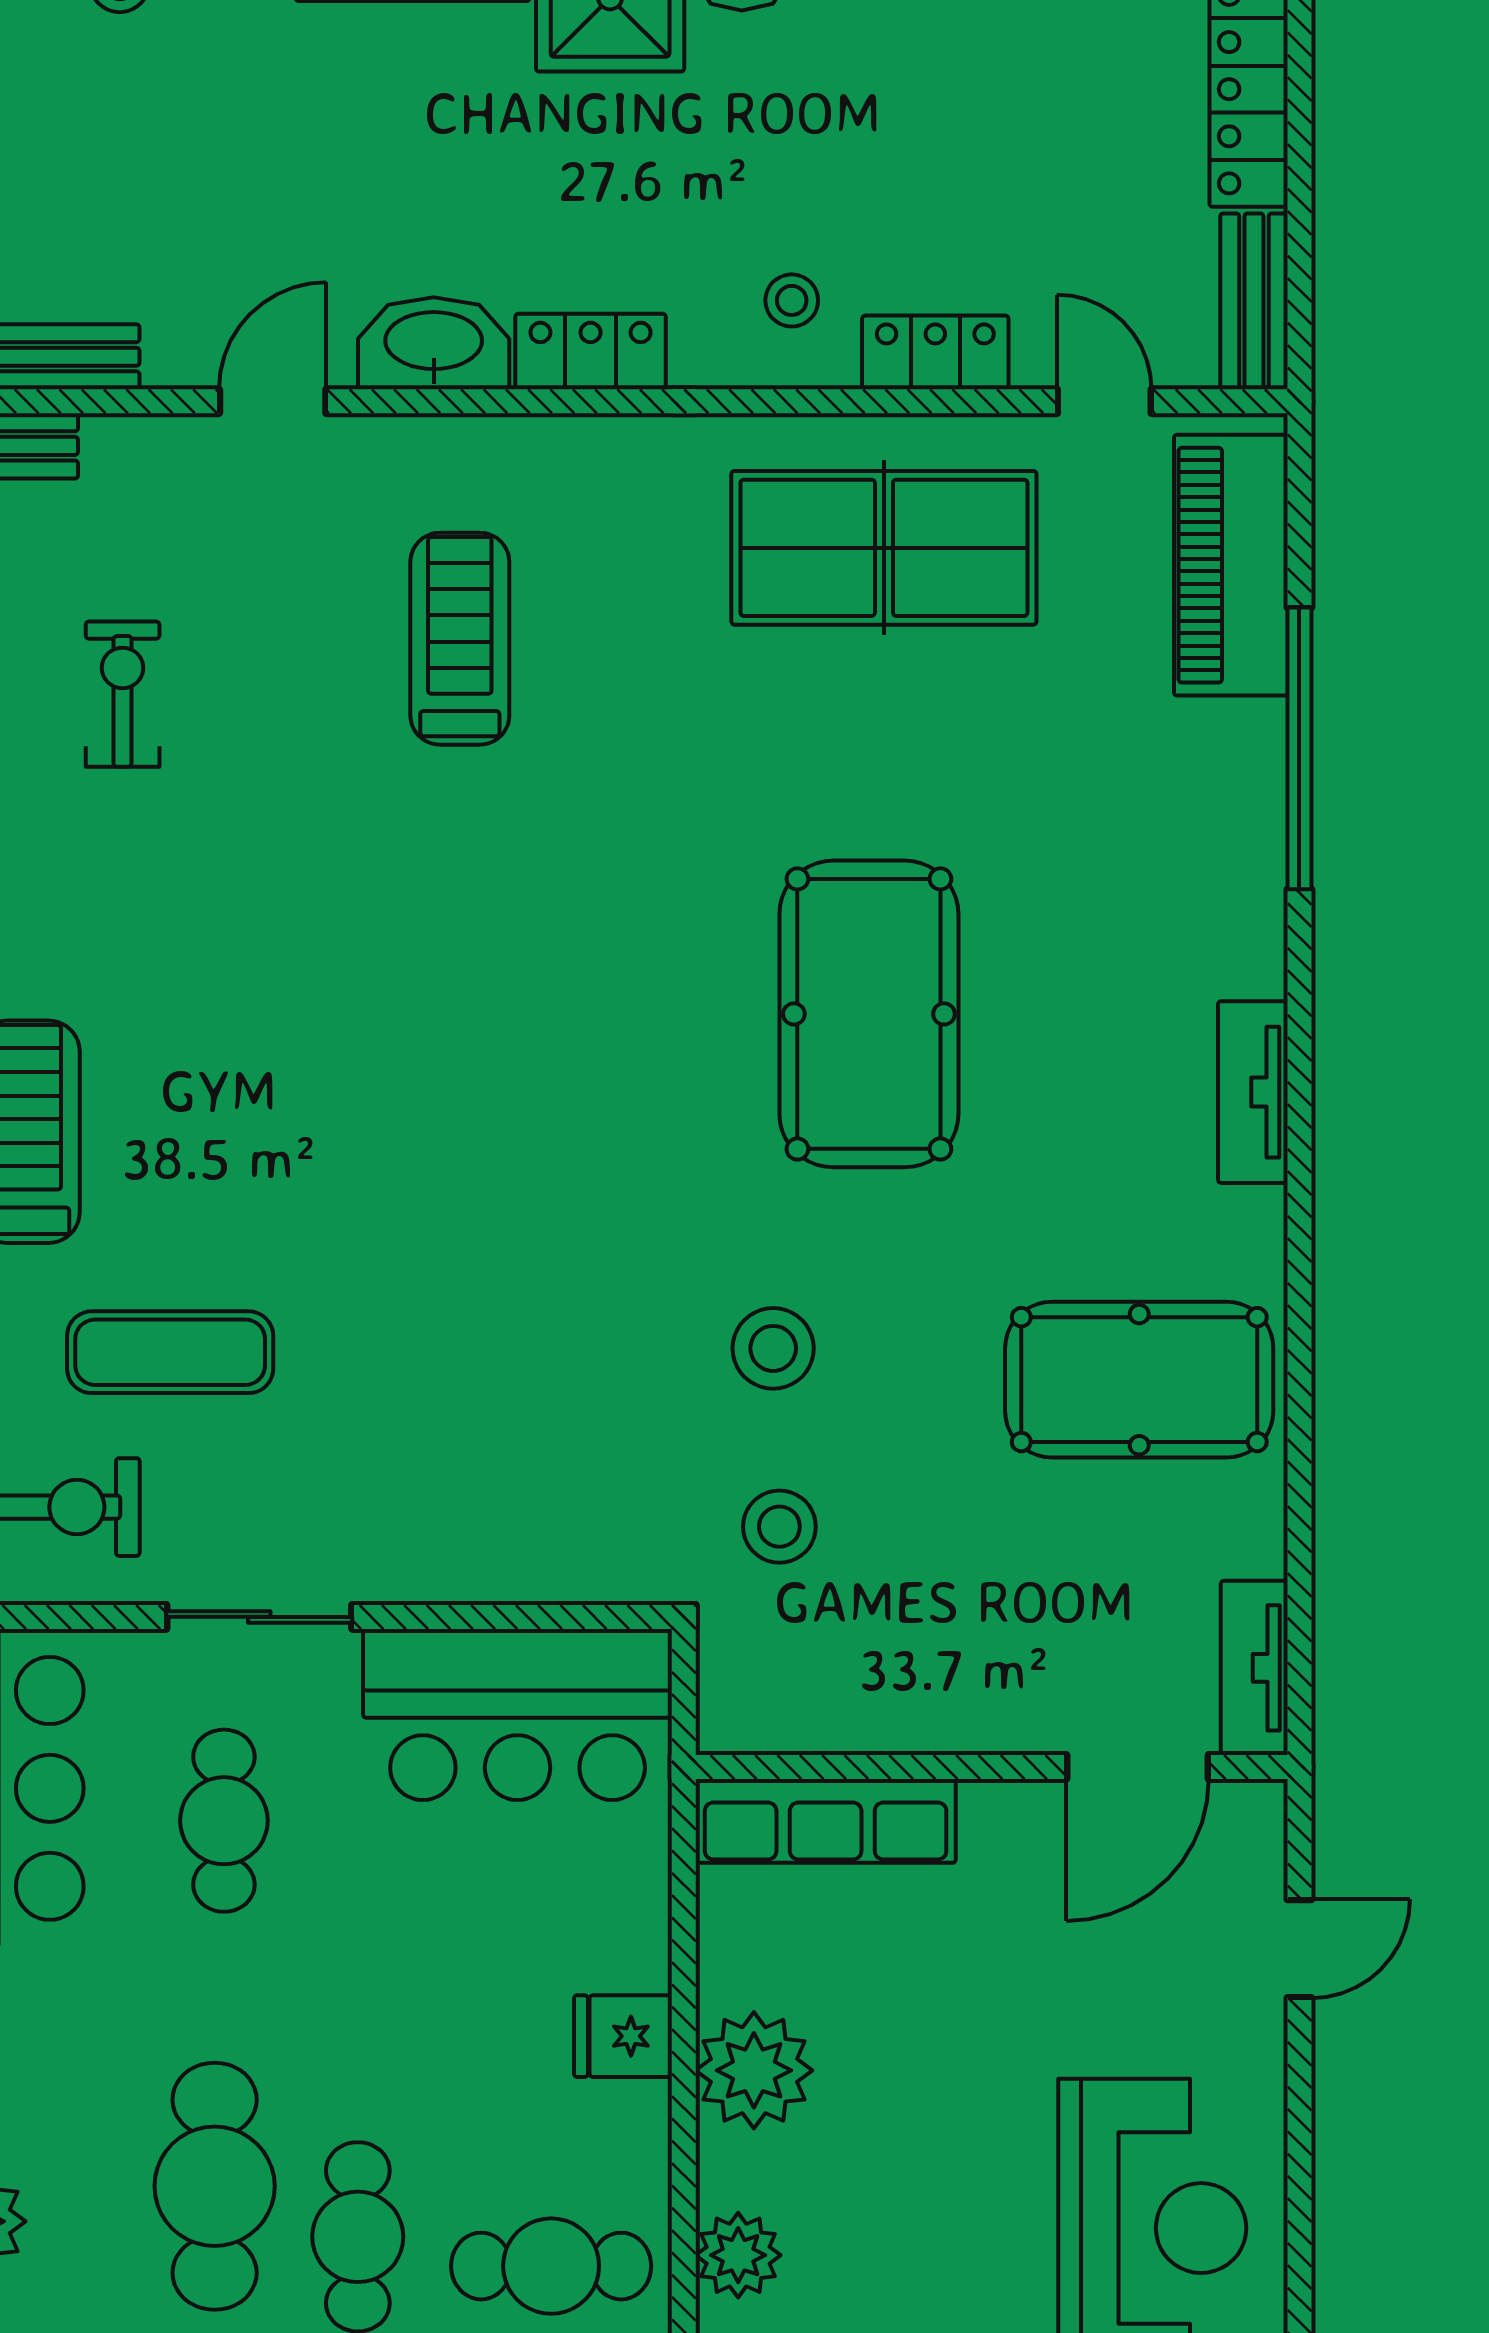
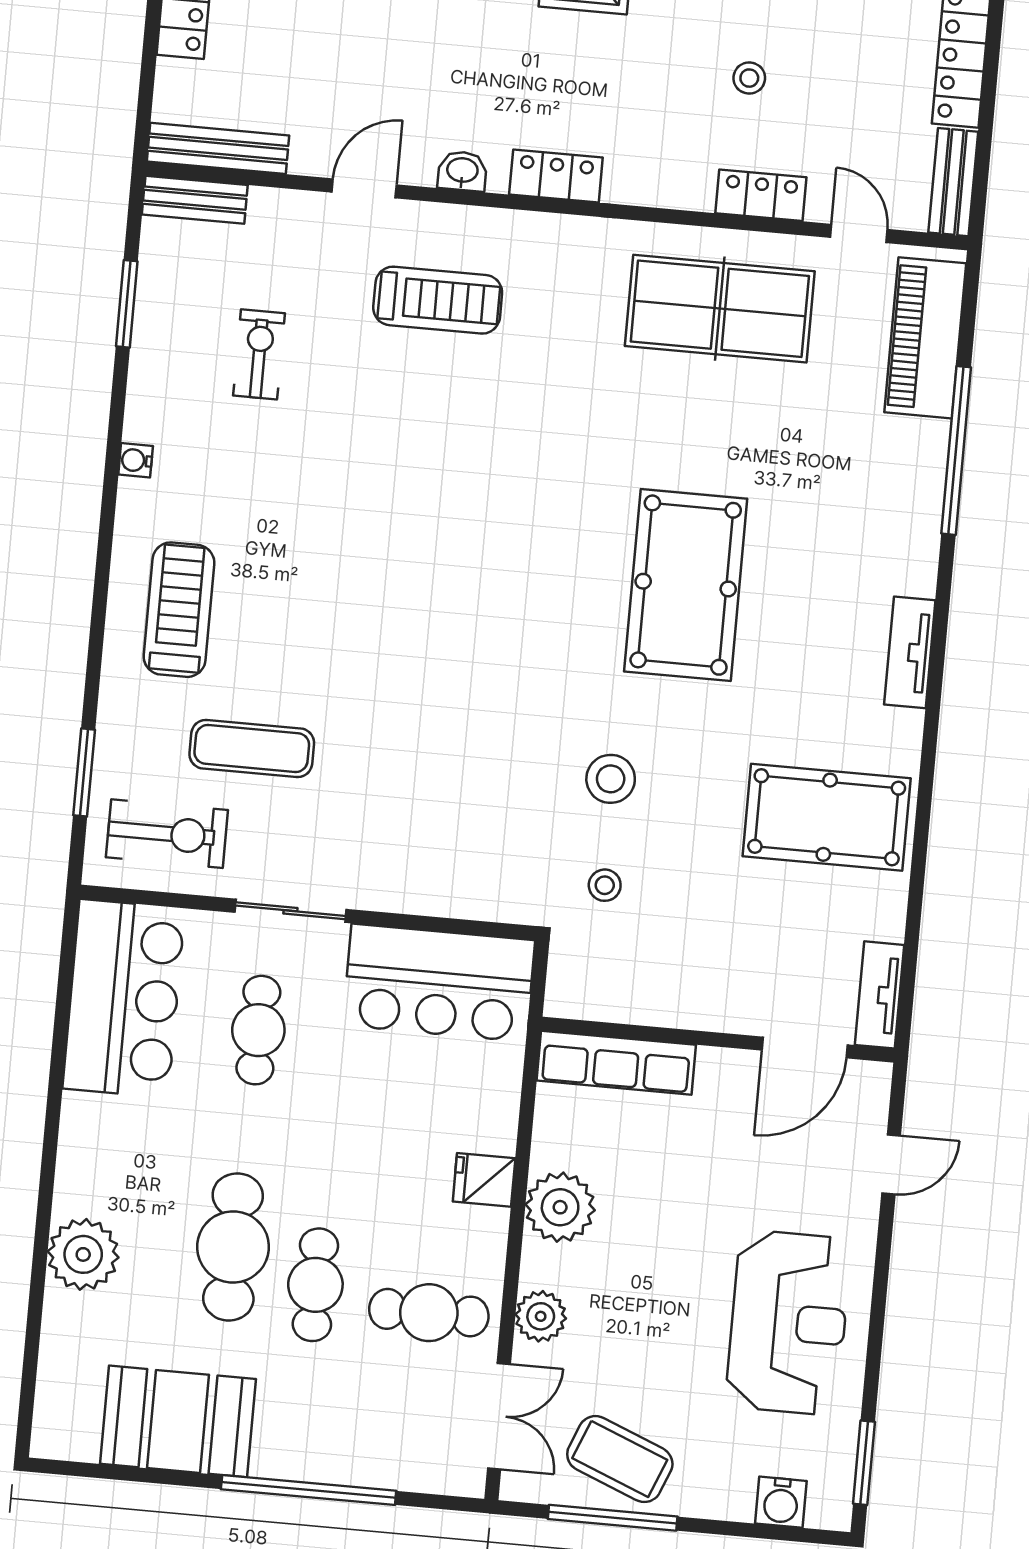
stool: (792, 300) -> (749, 78), moved
washbasin: (434, 343) -> (462, 171), width x0.52, depth x0.69
treadmill: (460, 639) -> (438, 300), moved, turned 90
stool: (779, 1527) -> (605, 885), width x0.73, depth x0.73

